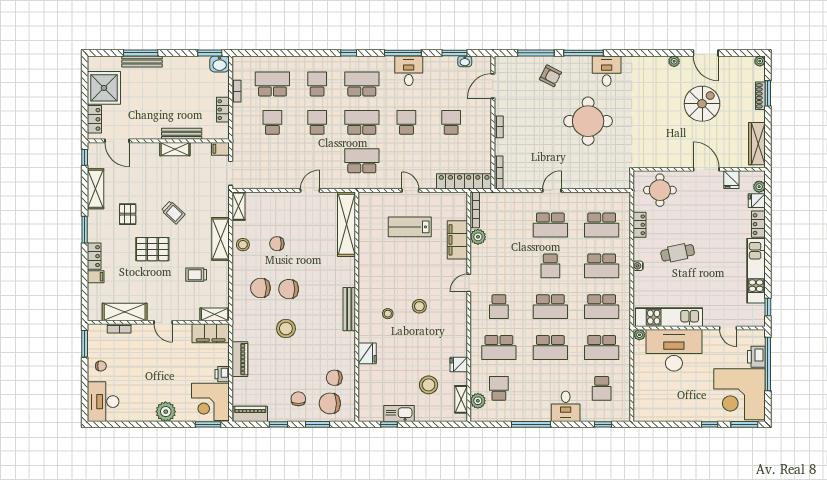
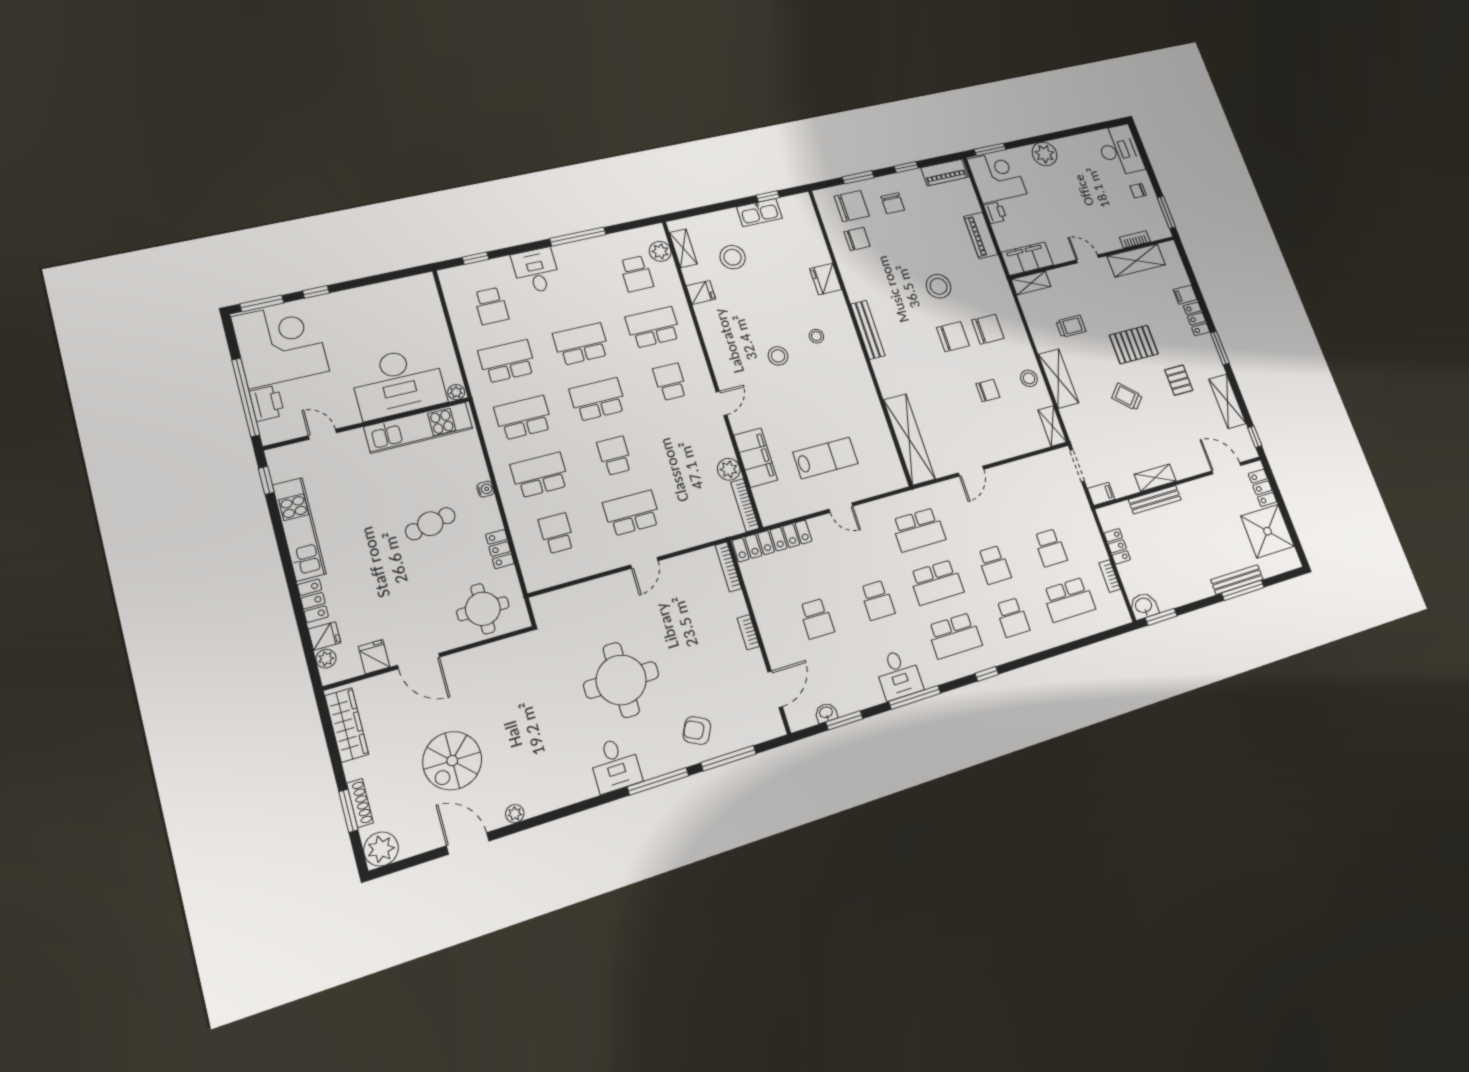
plant: (760, 61) -> (381, 849), width x1.87, depth x1.87
school desk: (602, 225) -> (557, 533), width x0.54
school desk: (602, 388) -> (491, 306), turned 180

